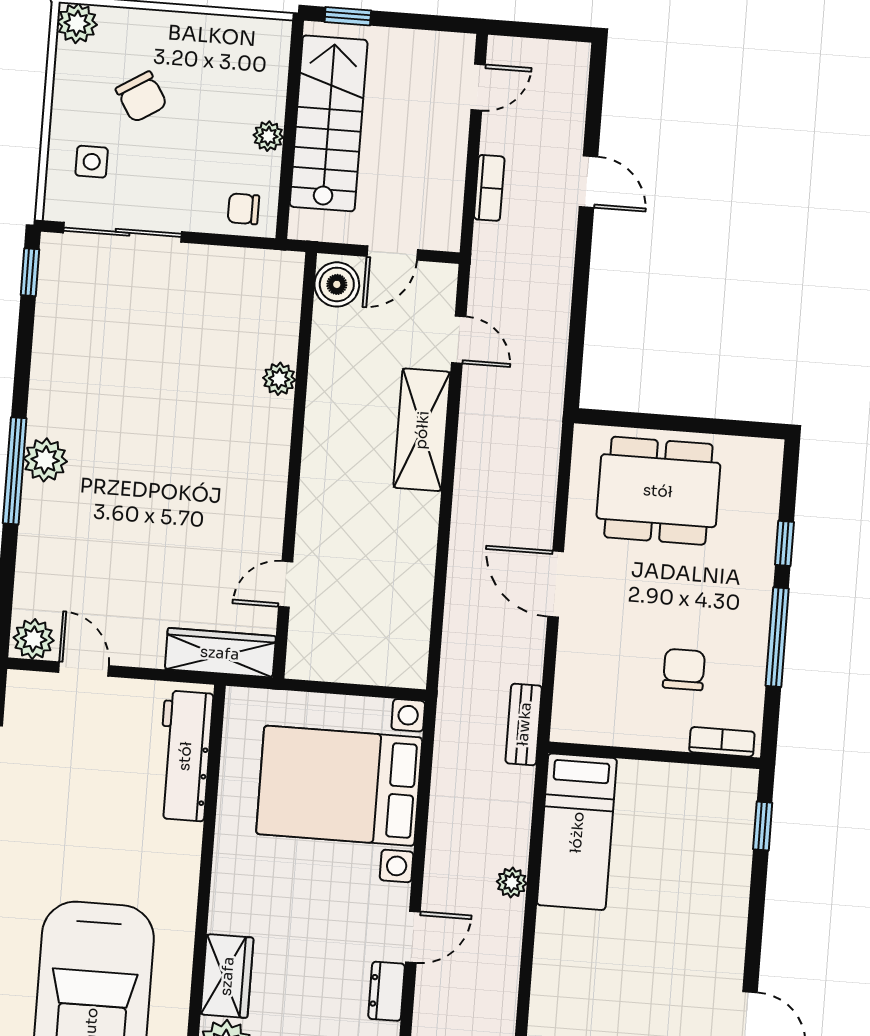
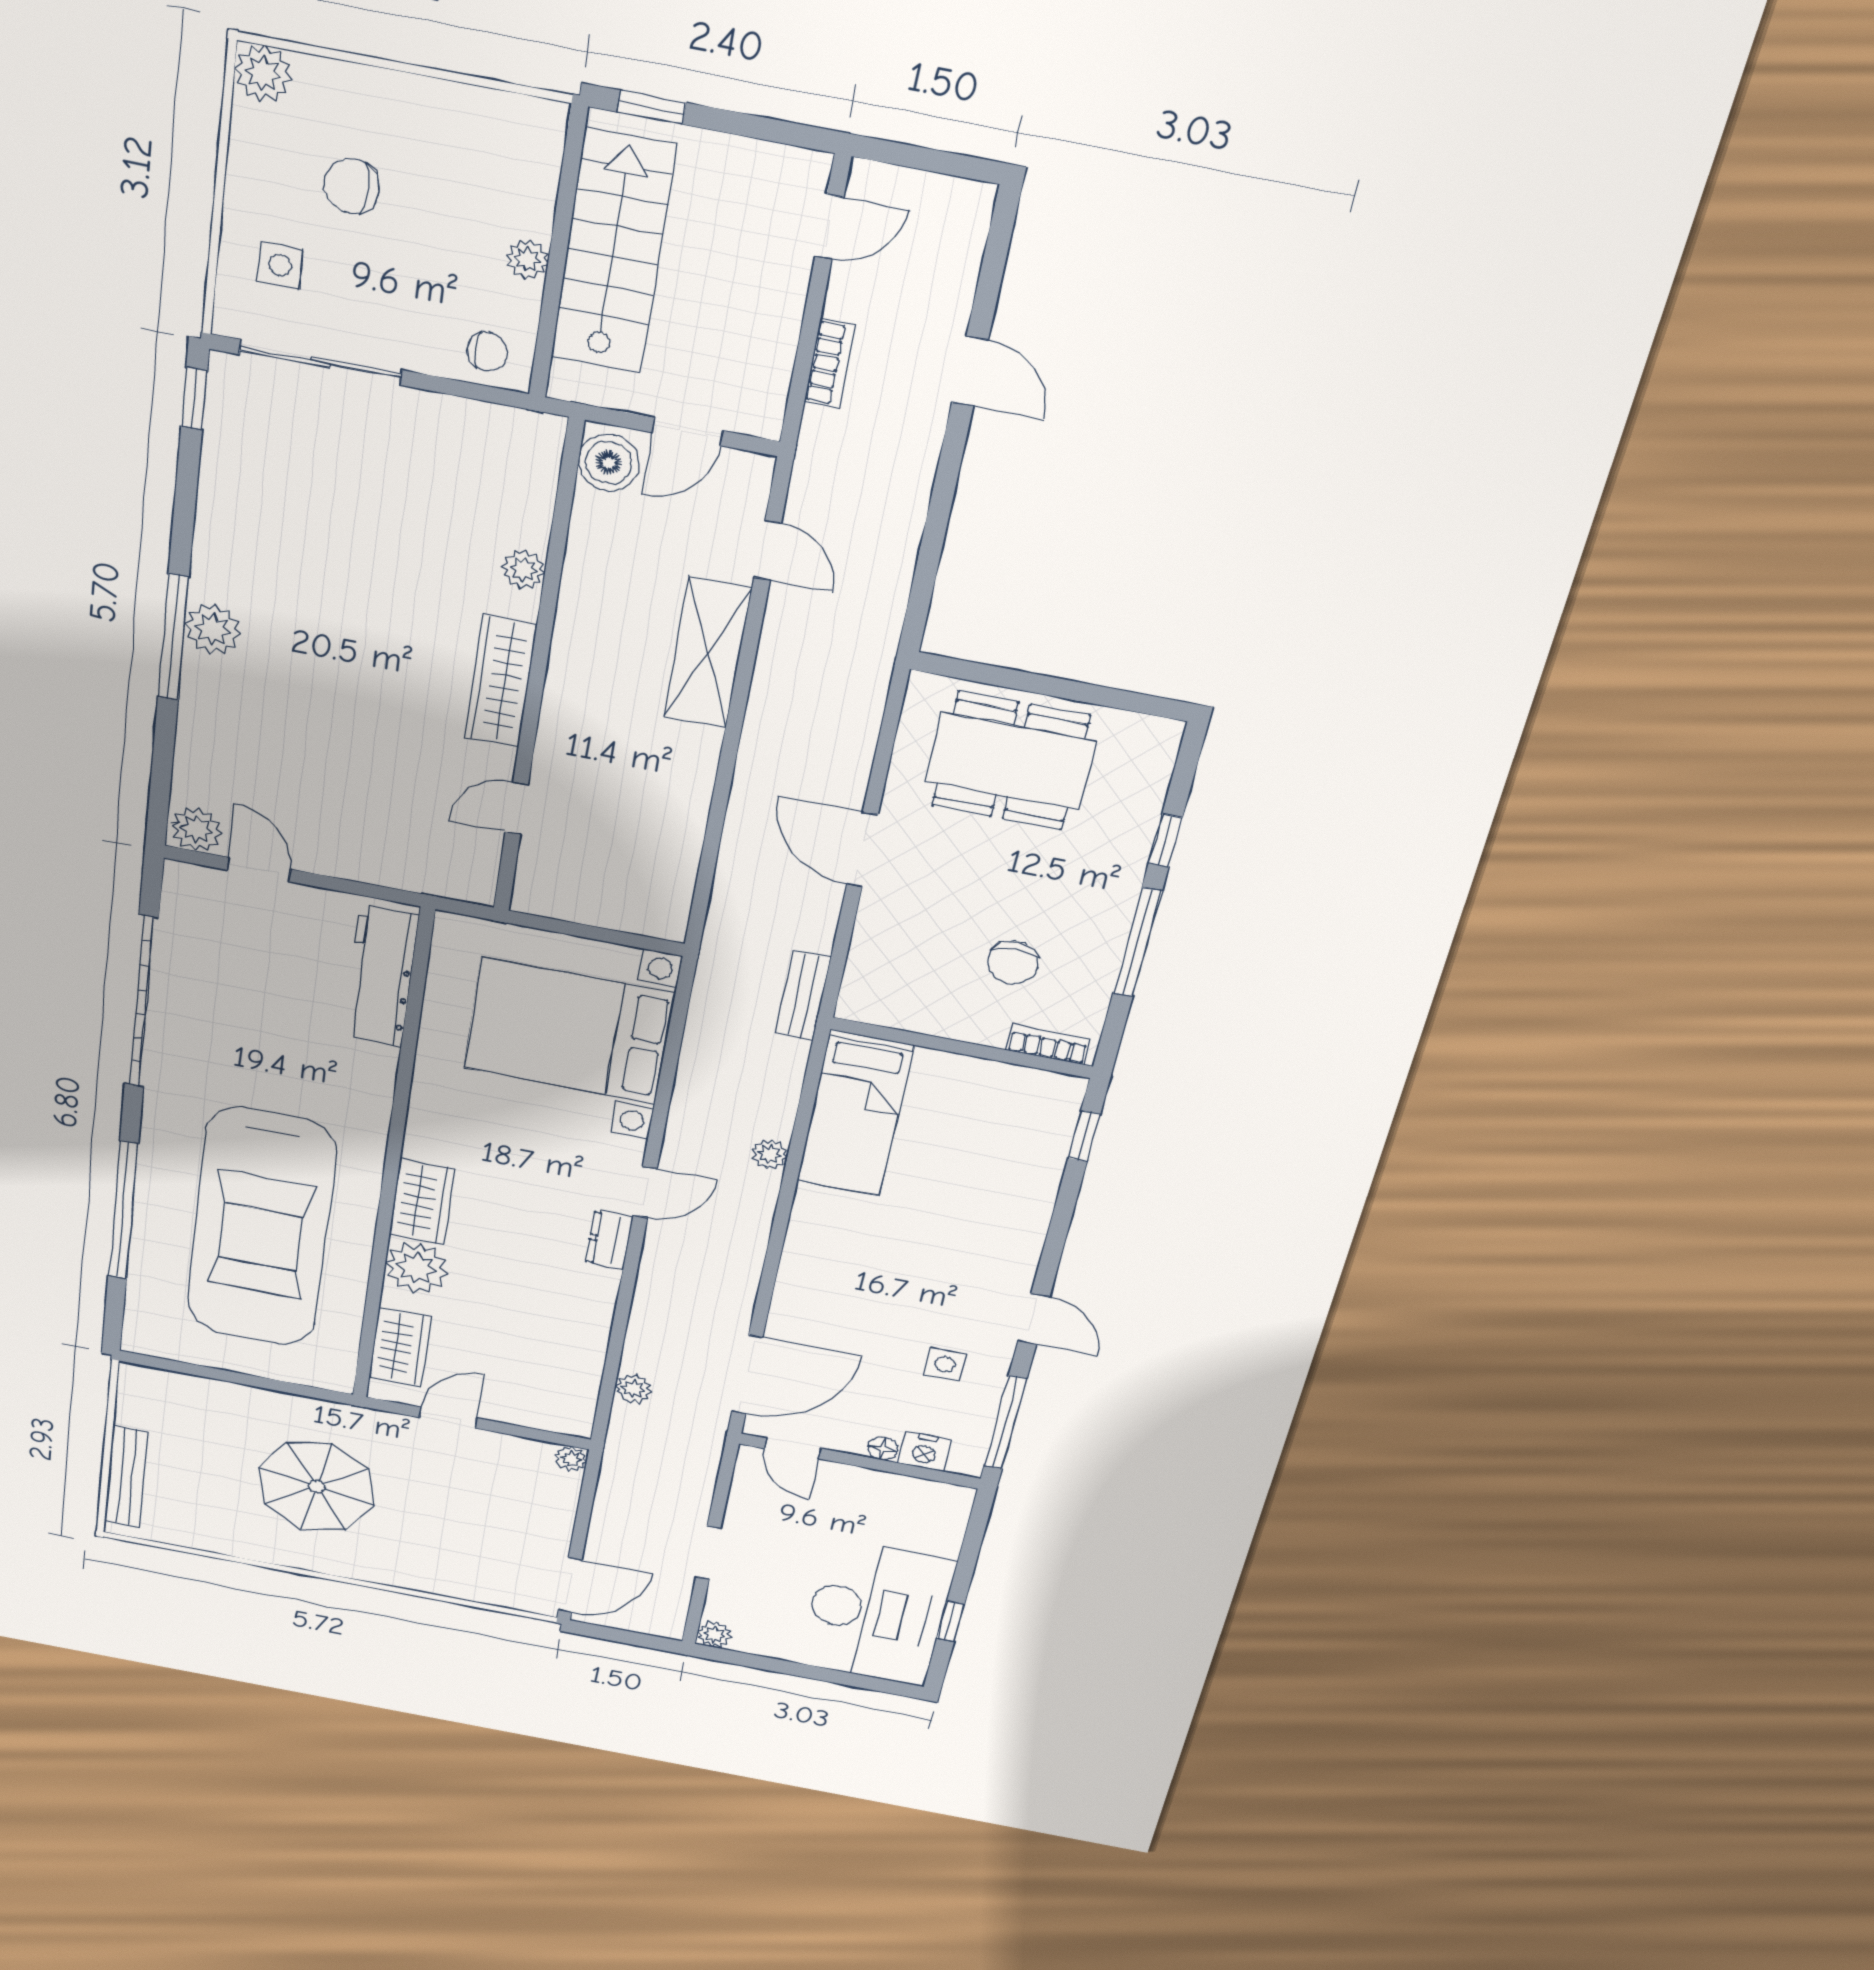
chair: (141, 97) -> (352, 186), turned 122
chair: (243, 209) -> (487, 351), turned 180
wardrobe: (220, 653) -> (501, 681), moved, turned -90
chair: (684, 669) -> (1013, 962), turned 180

